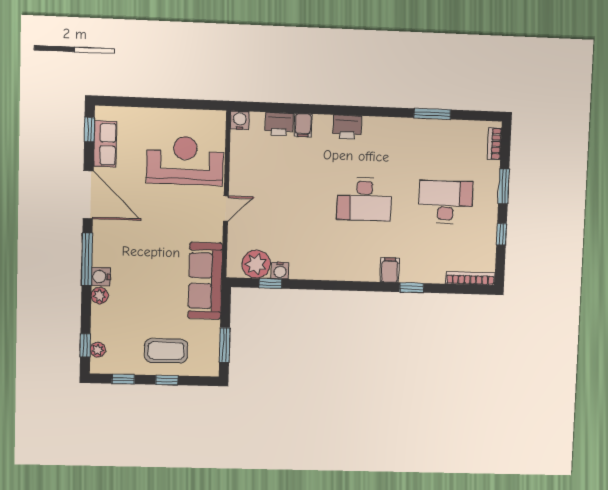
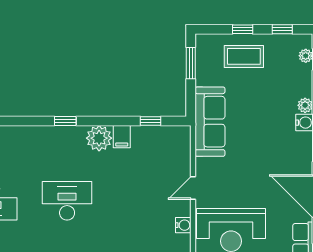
plant: (256, 264) -> (99, 138), moved
filing cabinet: (390, 270) -> (122, 137), moved
water cooler: (280, 271) -> (183, 225), moved, turned 90
window: (412, 288) -> (65, 121), moved

